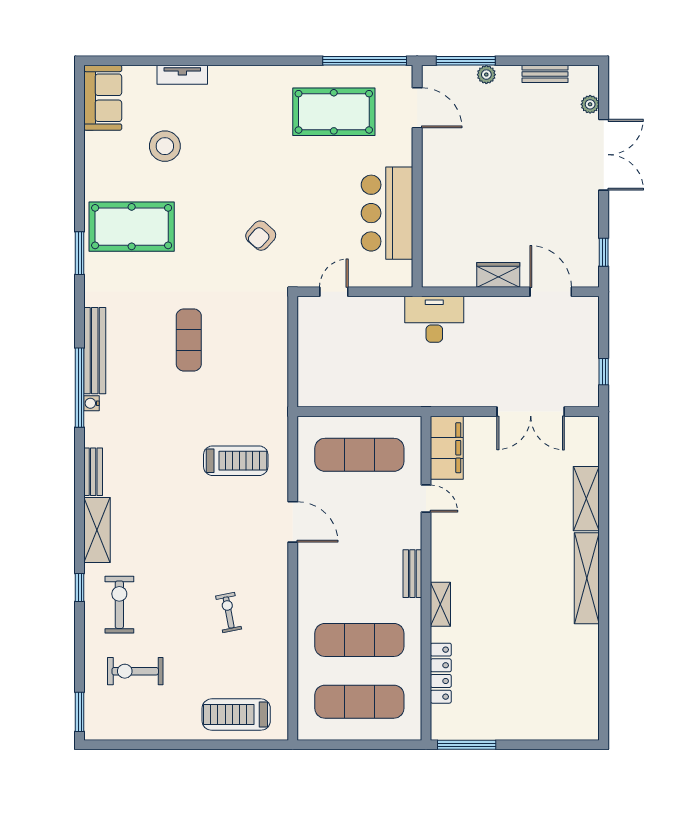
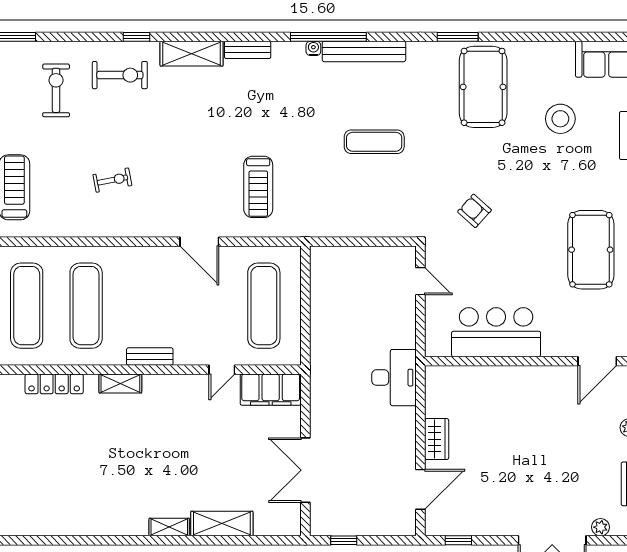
pool table: (334, 112) -> (591, 250), moved
door: (293, 522) -> (199, 242), hinge flipped
shelving: (587, 578) -> (169, 527), width x0.45, depth x0.75

